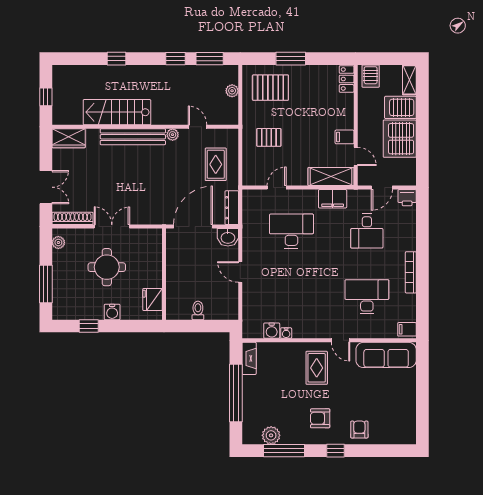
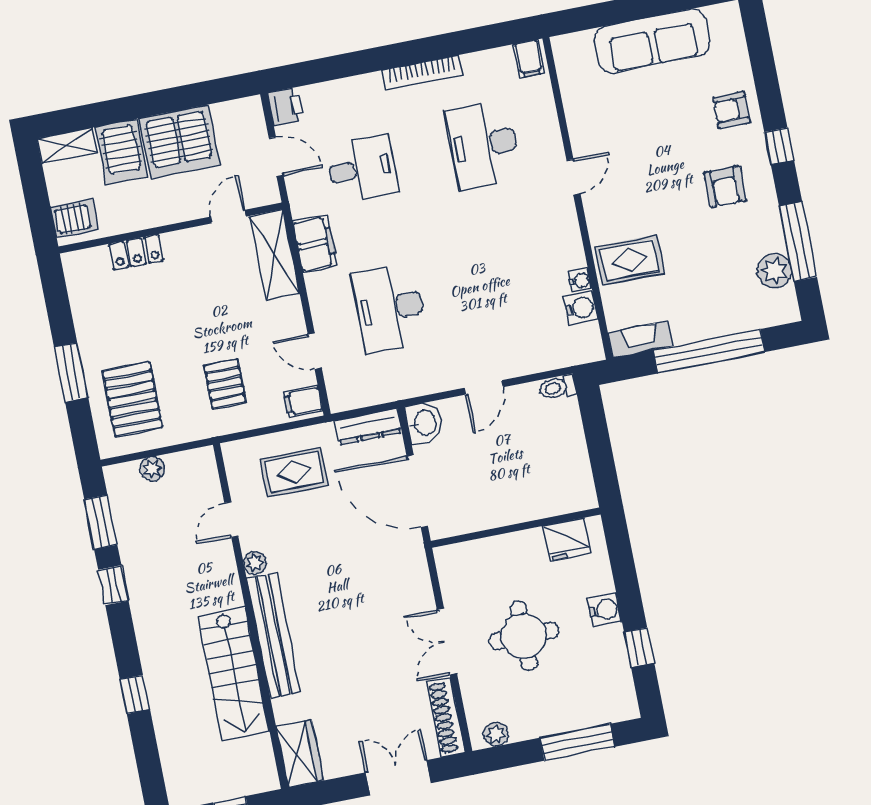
locker: (347, 79) -> (136, 252), moved
filing cabinet: (345, 137) -> (303, 401), moved, turned 90
toilet: (198, 310) -> (558, 387), moved
sofa: (386, 355) -> (652, 41), moved, turned 90
rug: (317, 368) -> (630, 260), moved

